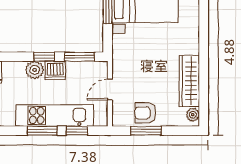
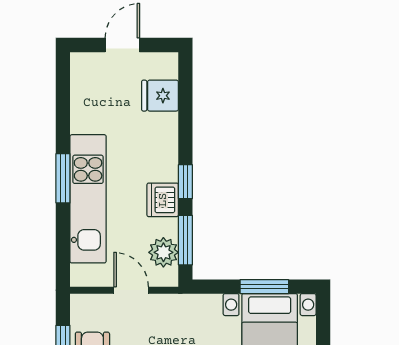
plant: (35, 70) -> (163, 252), moved
window: (77, 131) -> (63, 236), removed

